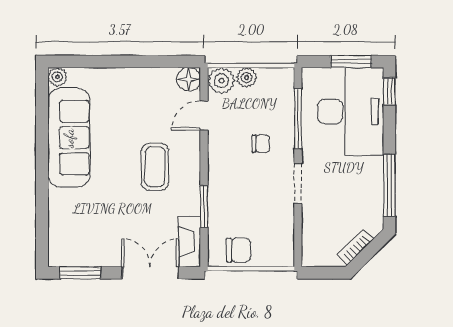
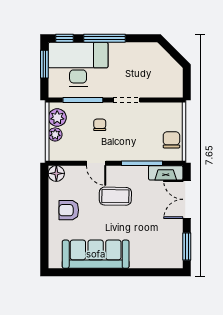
plant: (57, 77) -> (55, 262), removed
plant: (221, 81) -> (57, 118), moved
armchair: (134, 98) -> (69, 210), added
door: (204, 116) -> (96, 163), moved
window: (389, 185) -> (105, 38), moved
window: (204, 206) -> (142, 163), width x1.44
bookcase: (355, 247) -> (169, 61), removed

